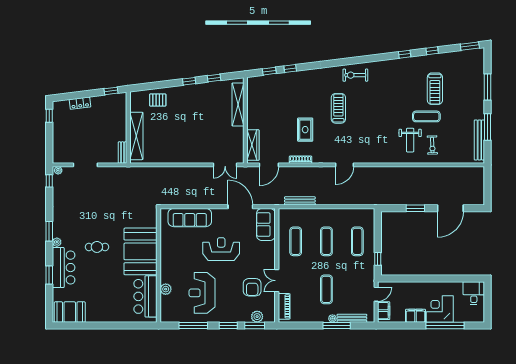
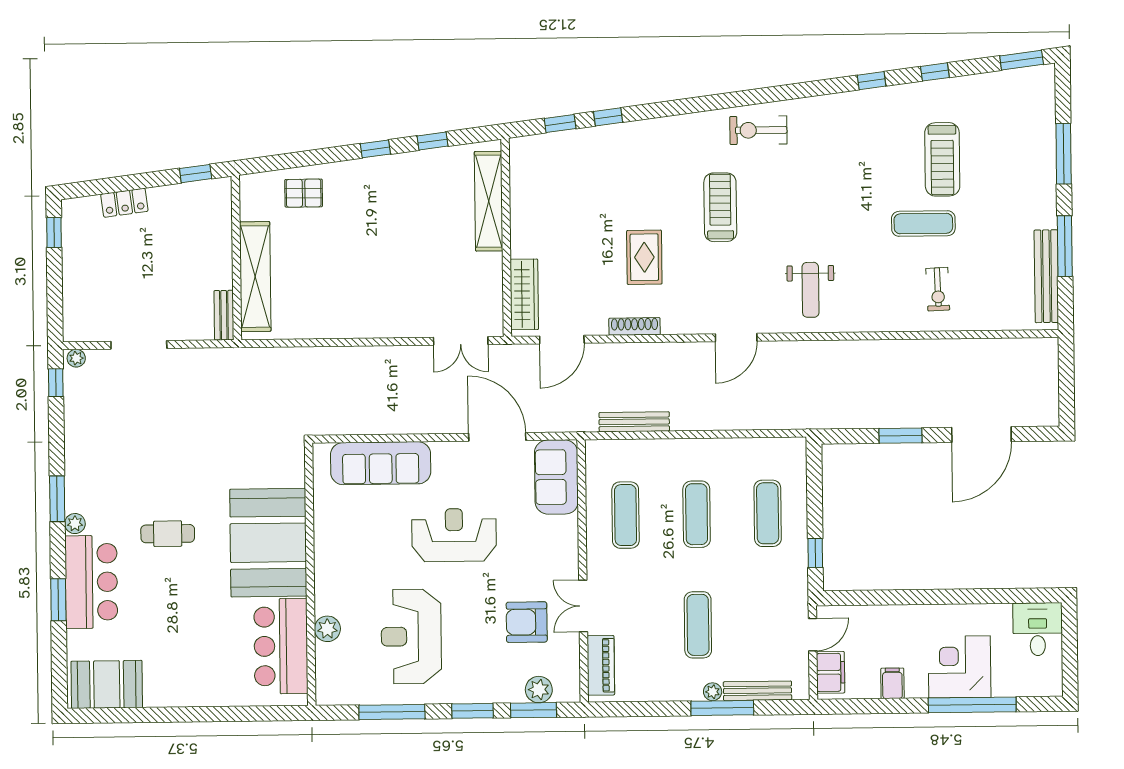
weight bench: (410, 140) -> (810, 290), moved
armchair: (252, 287) -> (527, 622), turned 90
filing cabinet: (415, 316) -> (892, 683), width x0.50

